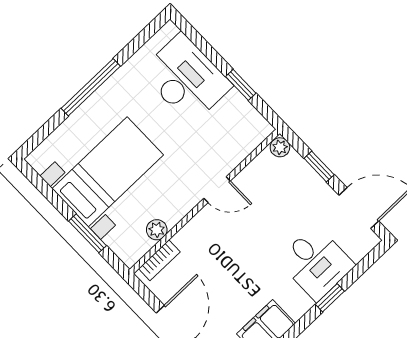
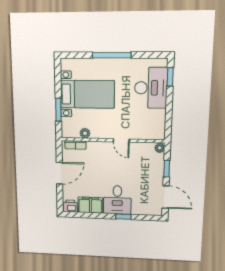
window: (241, 85) -> (170, 77), moved
desk: (316, 263) -> (117, 200), moved

